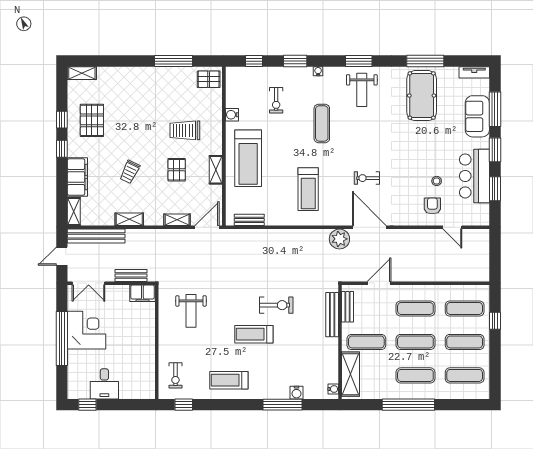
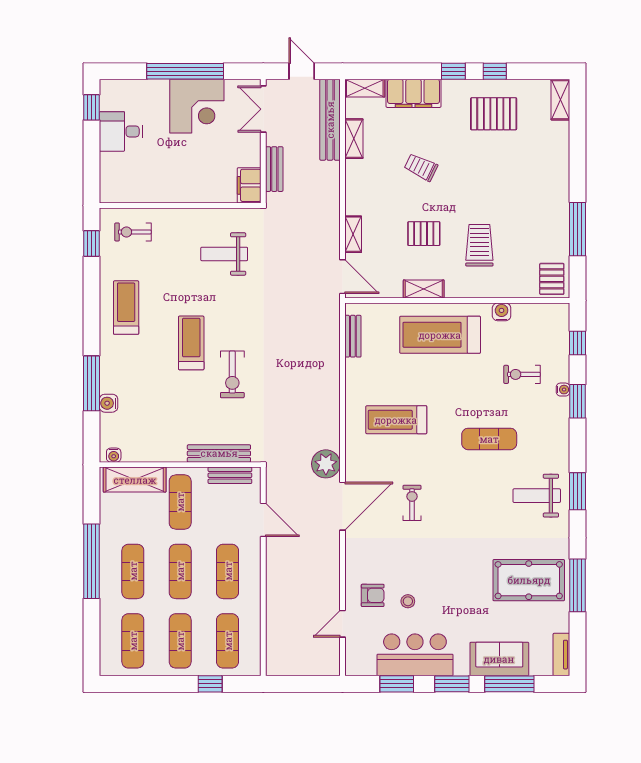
water cooler: (318, 71) -> (563, 390), moved
shelving: (129, 219) -> (354, 139), moved

